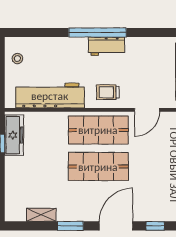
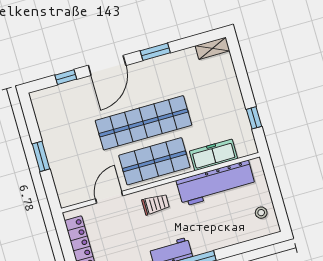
freezer: (14, 135) -> (214, 155), moved, turned 90
shop shelf: (98, 167) -> (143, 123), width x1.40
shelving: (41, 215) -> (212, 48), moved

